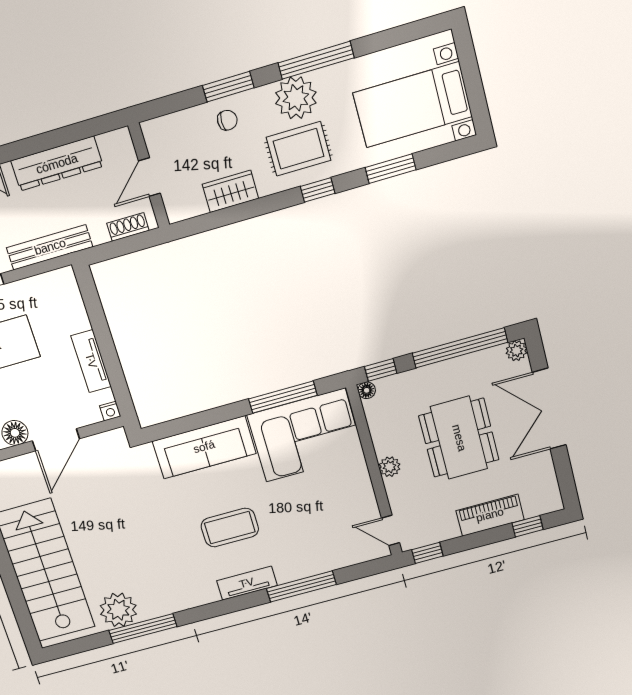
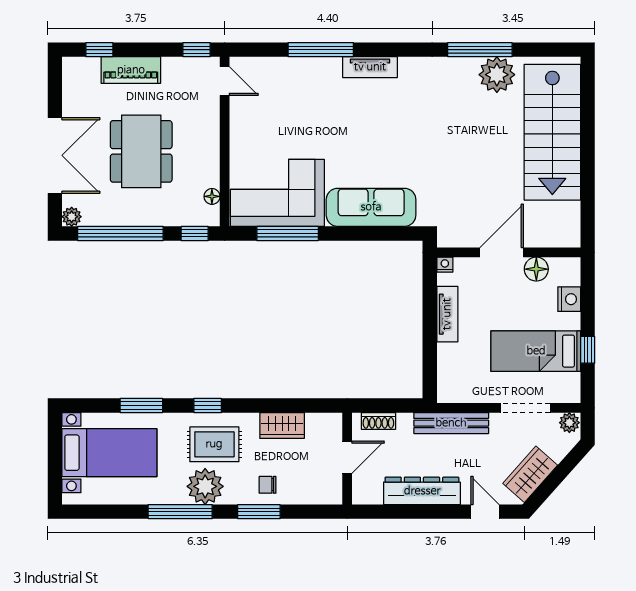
floor lamp: (367, 390) -> (212, 196), moved
plant: (390, 467) -> (210, 142), removed
coffee table: (230, 528) -> (370, 125), removed

